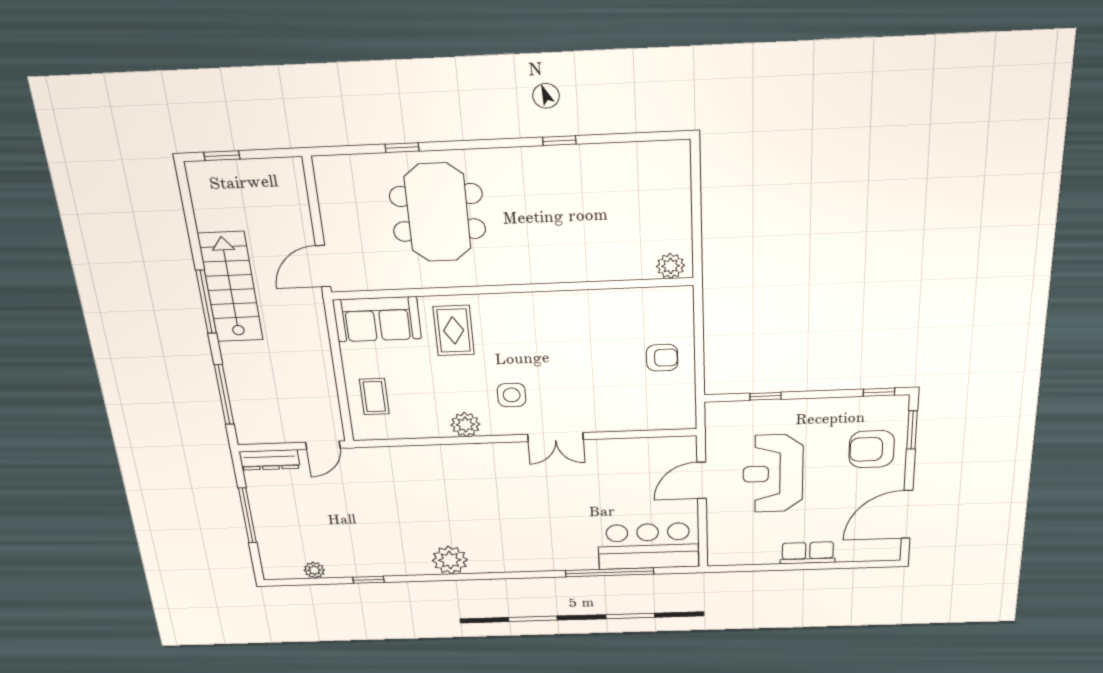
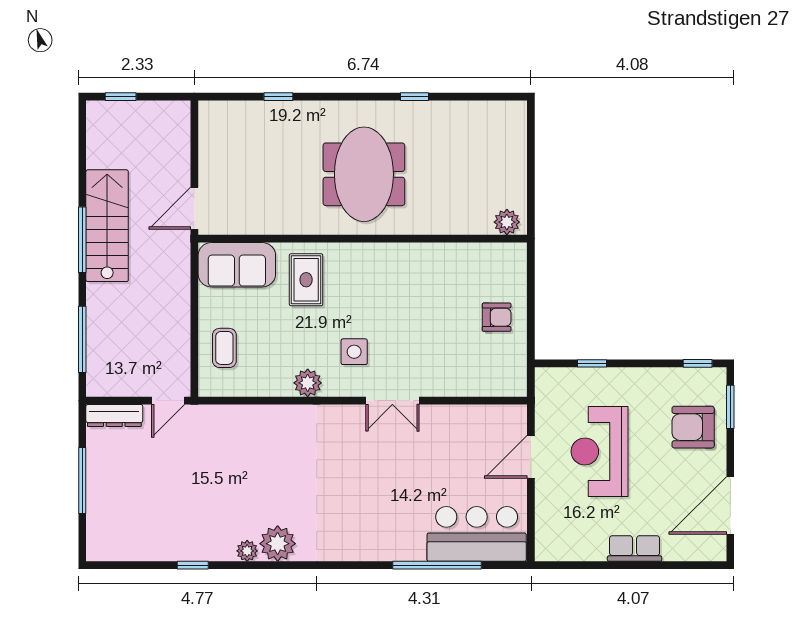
meeting table: (438, 213) -> (364, 174), moved
plant: (314, 570) -> (247, 551), moved

